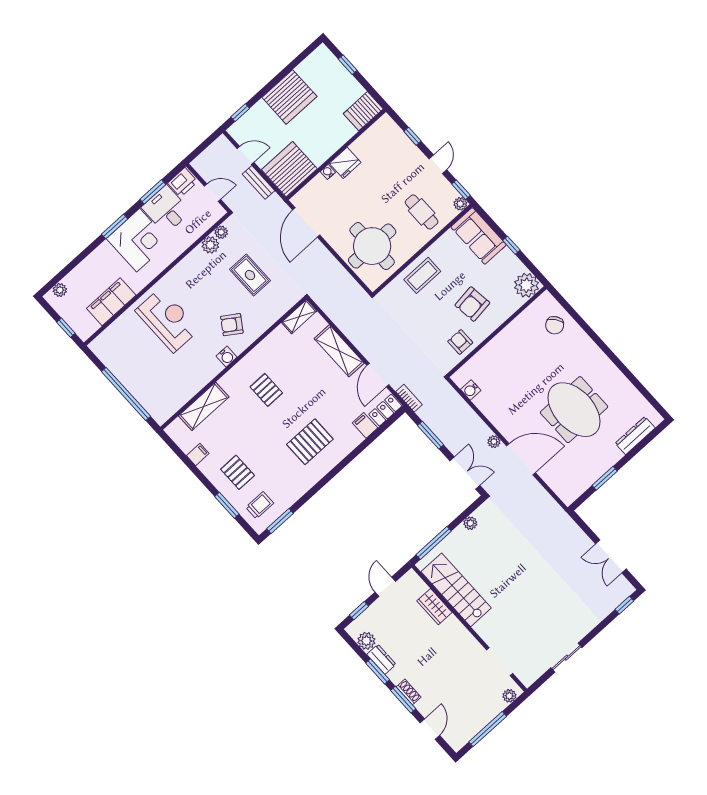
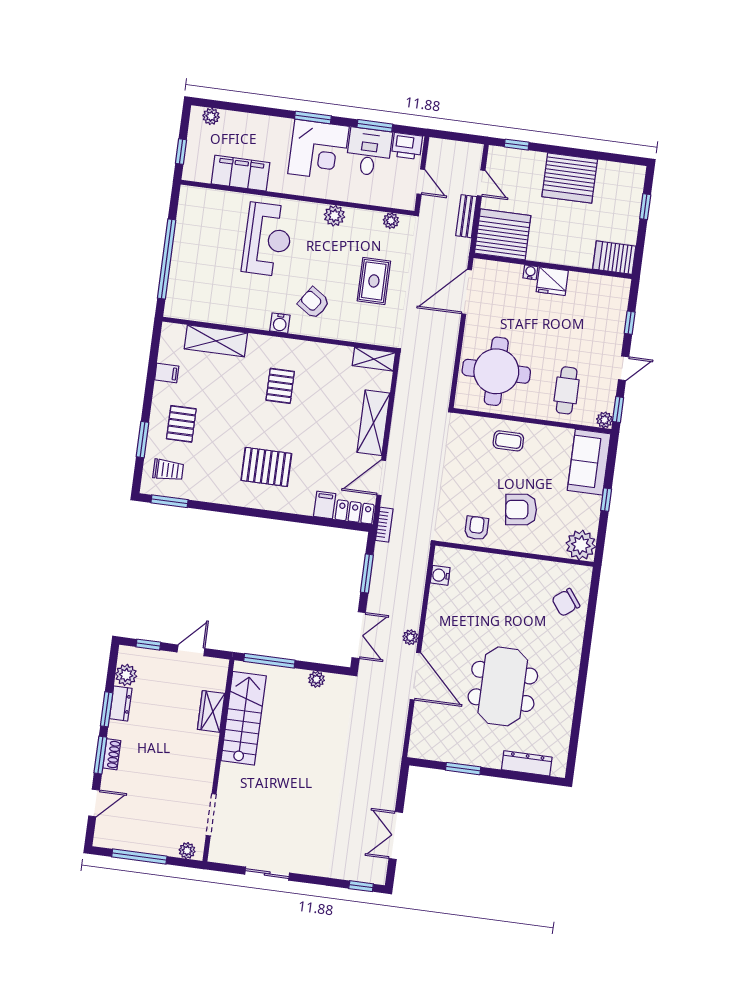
plant: (210, 245) -> (334, 216), moved
coffee table: (422, 275) -> (508, 441), width x0.73, depth x0.77

